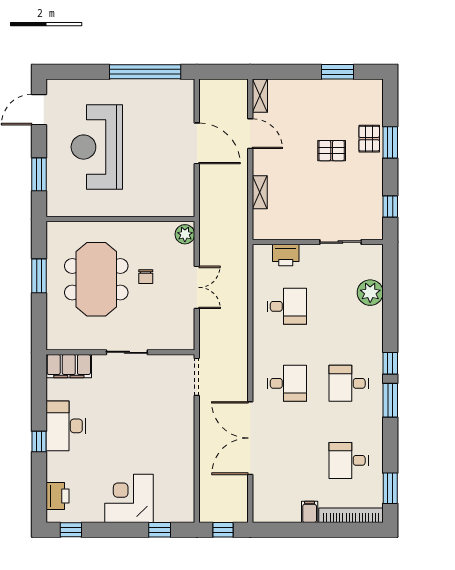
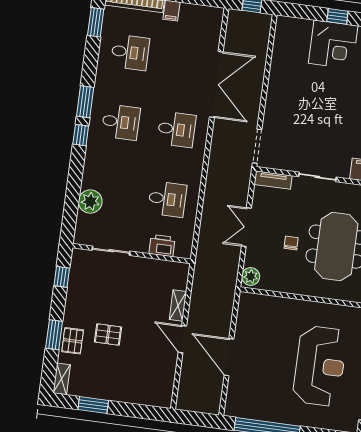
shelving: (260, 96) -> (62, 379), moved
door: (250, 134) -> (182, 339), moved
desk: (287, 306) -> (167, 199), turned 180
tv unit: (175, 342) -> (273, 180), added
desk: (287, 383) -> (177, 129), turned 180
window: (160, 530) -> (337, 16), moved

